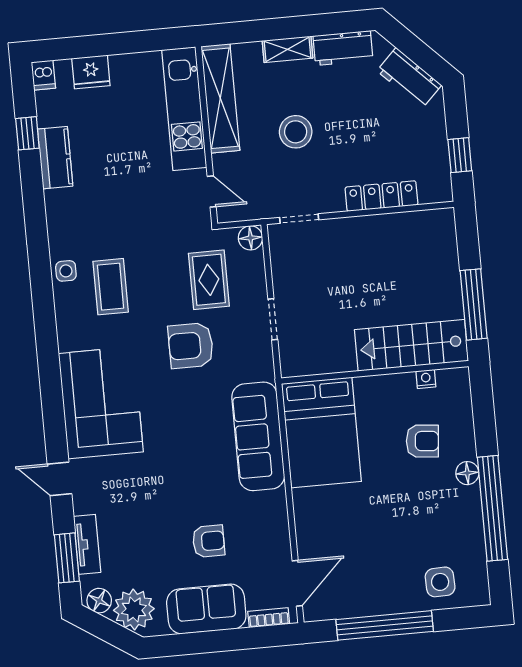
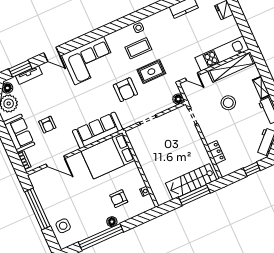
window: (460, 155) -> (252, 169), moved
door: (212, 191) -> (192, 77), hinge flipped
locker: (381, 196) -> (216, 152), width x0.66
rug: (209, 280) -> (151, 72), moved
window: (474, 304) -> (194, 195), moved
stairs: (411, 345) -> (191, 182), moved, turned -90
armchair: (191, 346) -> (125, 90), turned 180
armchair: (422, 441) -> (119, 199), turned 85
door: (59, 479) -> (52, 54), swing flipped
door: (297, 583) -> (55, 161), moved

